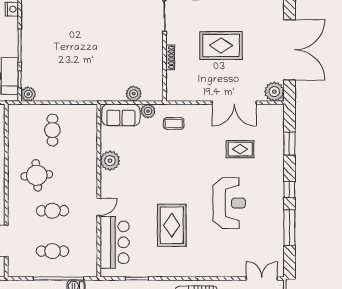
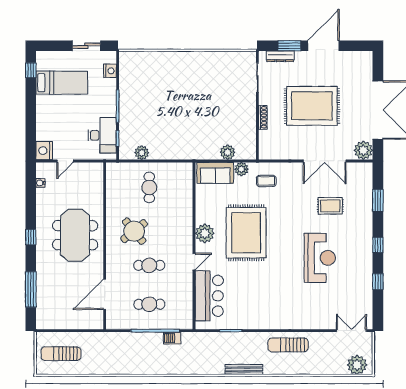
rug: (221, 45) -> (312, 106), width x1.37, depth x1.44
plant: (28, 94) -> (142, 153), moved
plant: (110, 161) -> (205, 233), moved
round table: (37, 175) -> (134, 231), turned -34
rug: (172, 225) -> (246, 233), moved, width x1.37, depth x1.44
window: (289, 228) -> (378, 282), width x0.46

